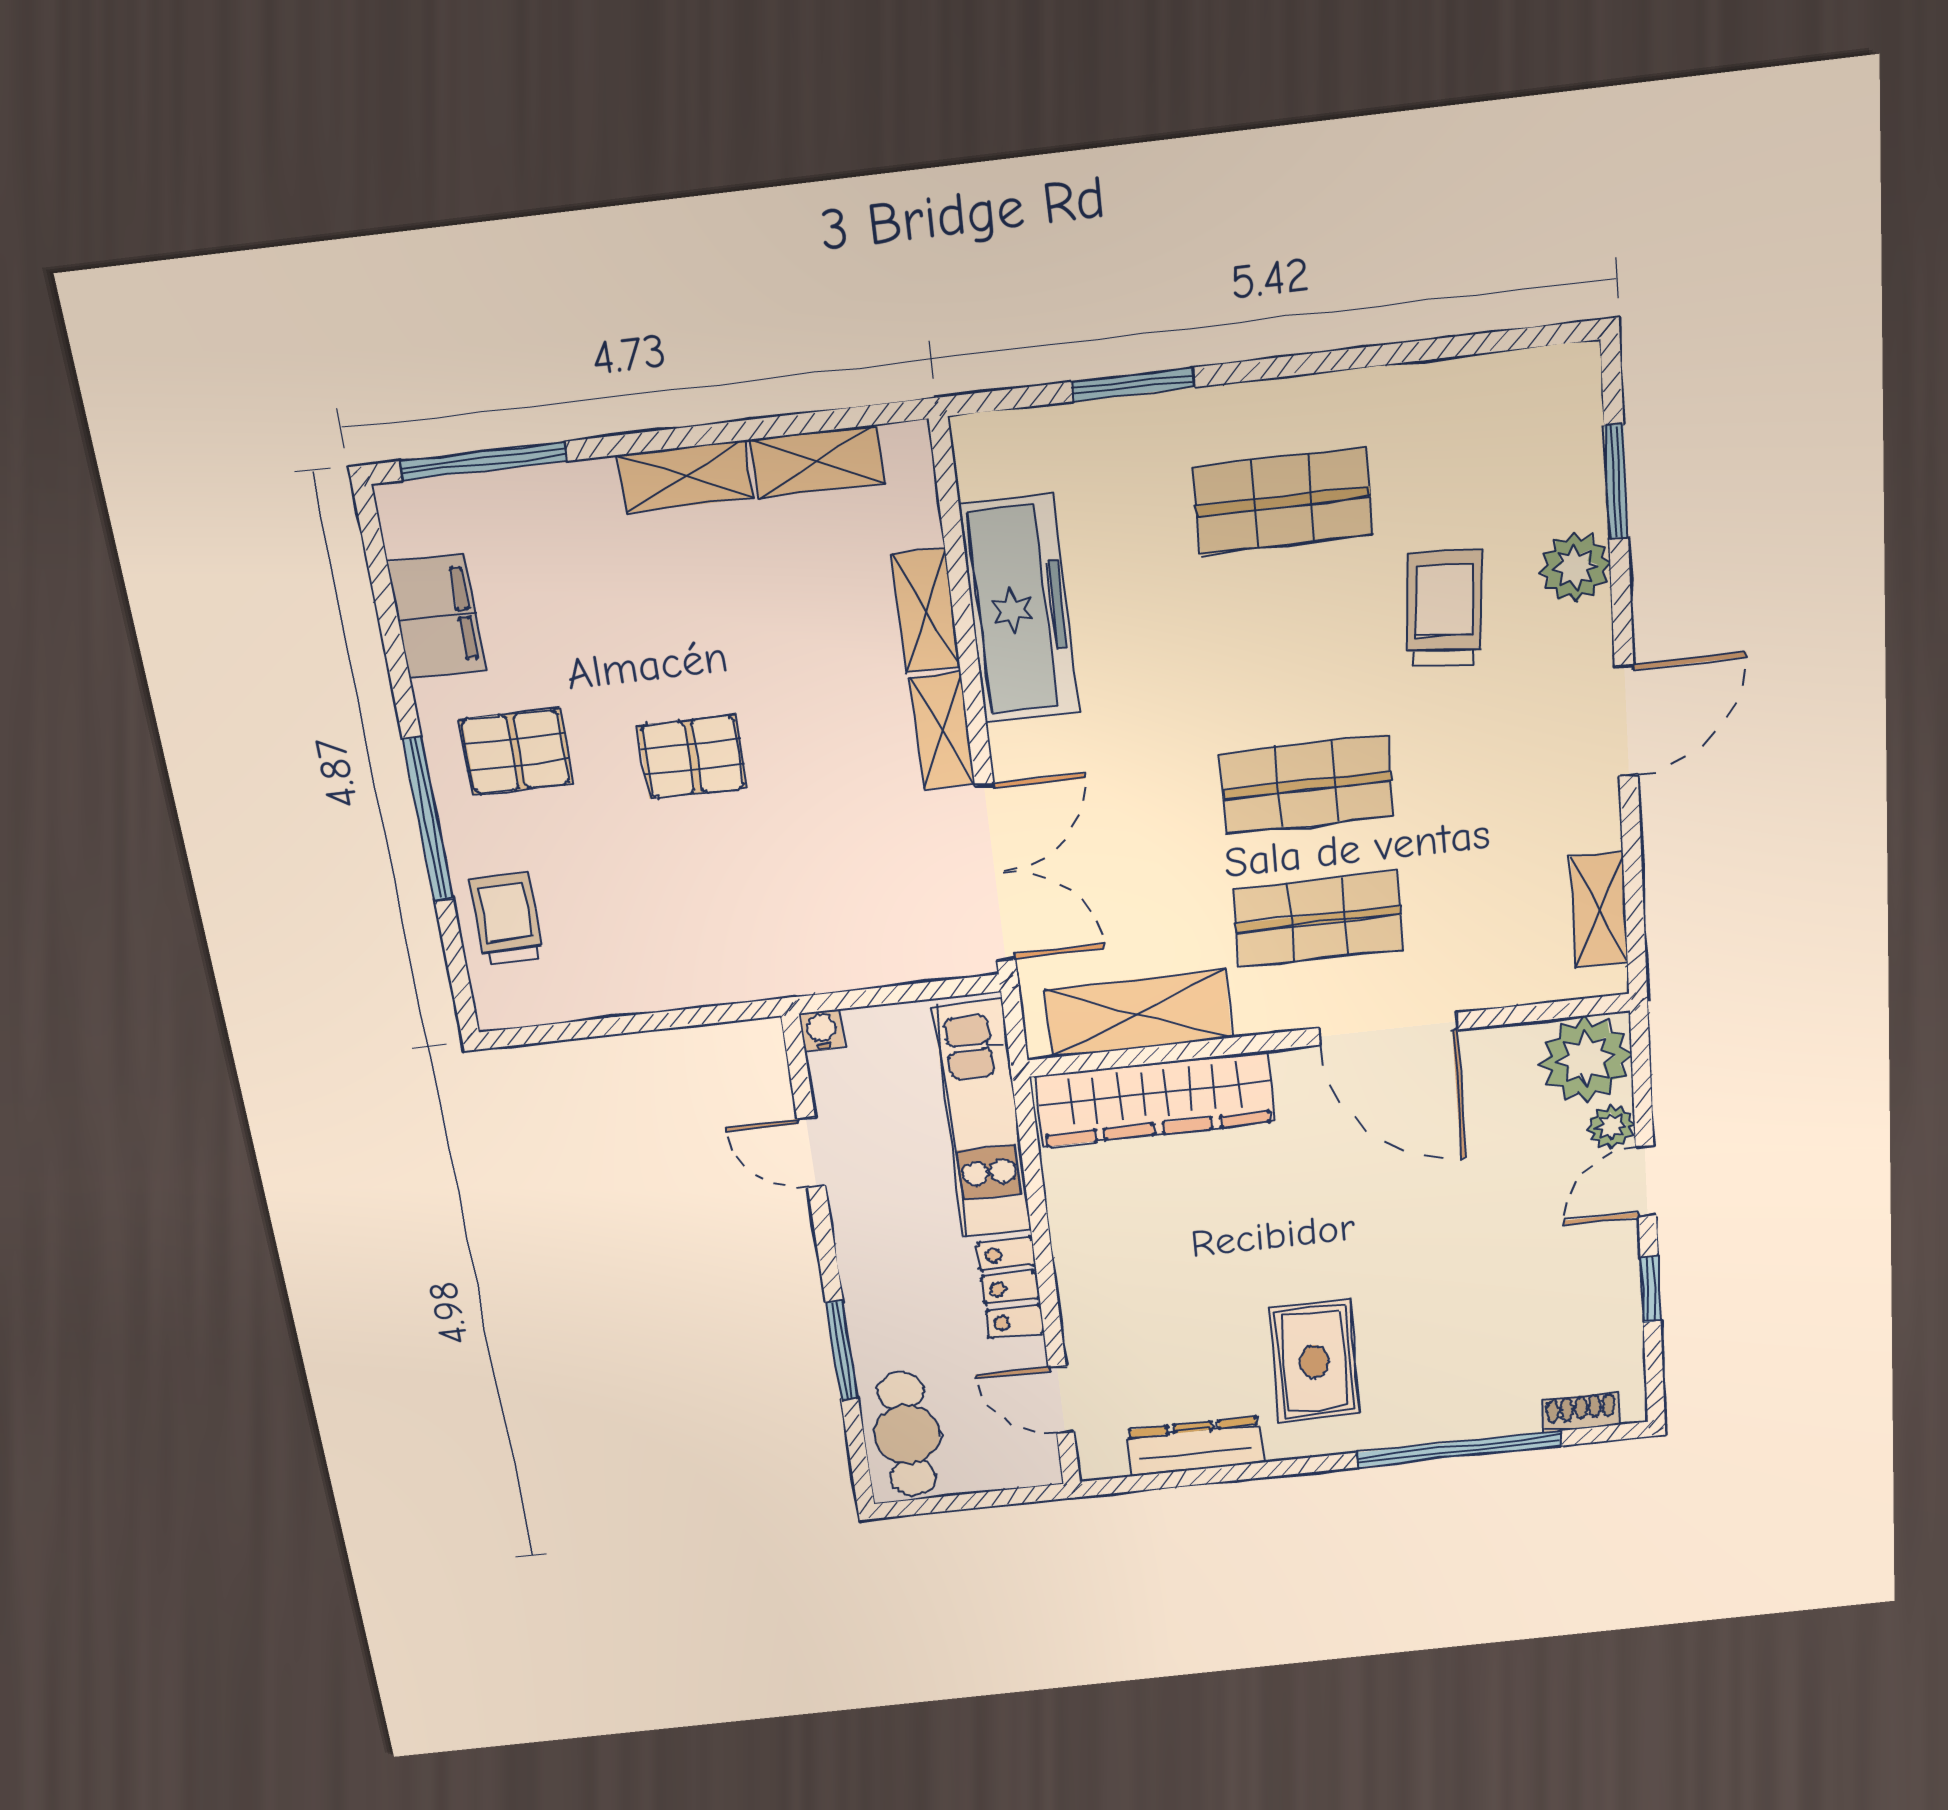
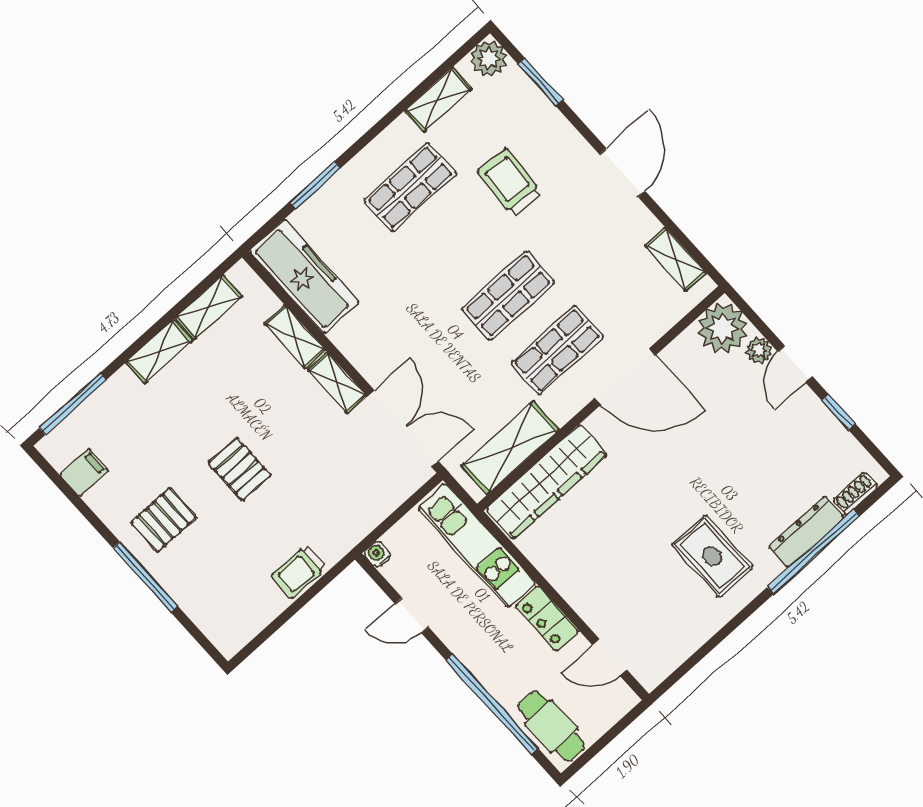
shelving: (1435, 389) -> (438, 100), added
plant: (1575, 567) -> (489, 59), moved
freezer: (1019, 609) -> (304, 277), moved
filing cabinet: (437, 617) -> (84, 473), width x0.50
pallet: (693, 757) -> (240, 469), turned 90
trolley: (507, 918) -> (299, 572), moved, turned -90
window: (842, 1350) -> (492, 704), width x2.11
dresser: (1195, 1446) -> (806, 532), moved

